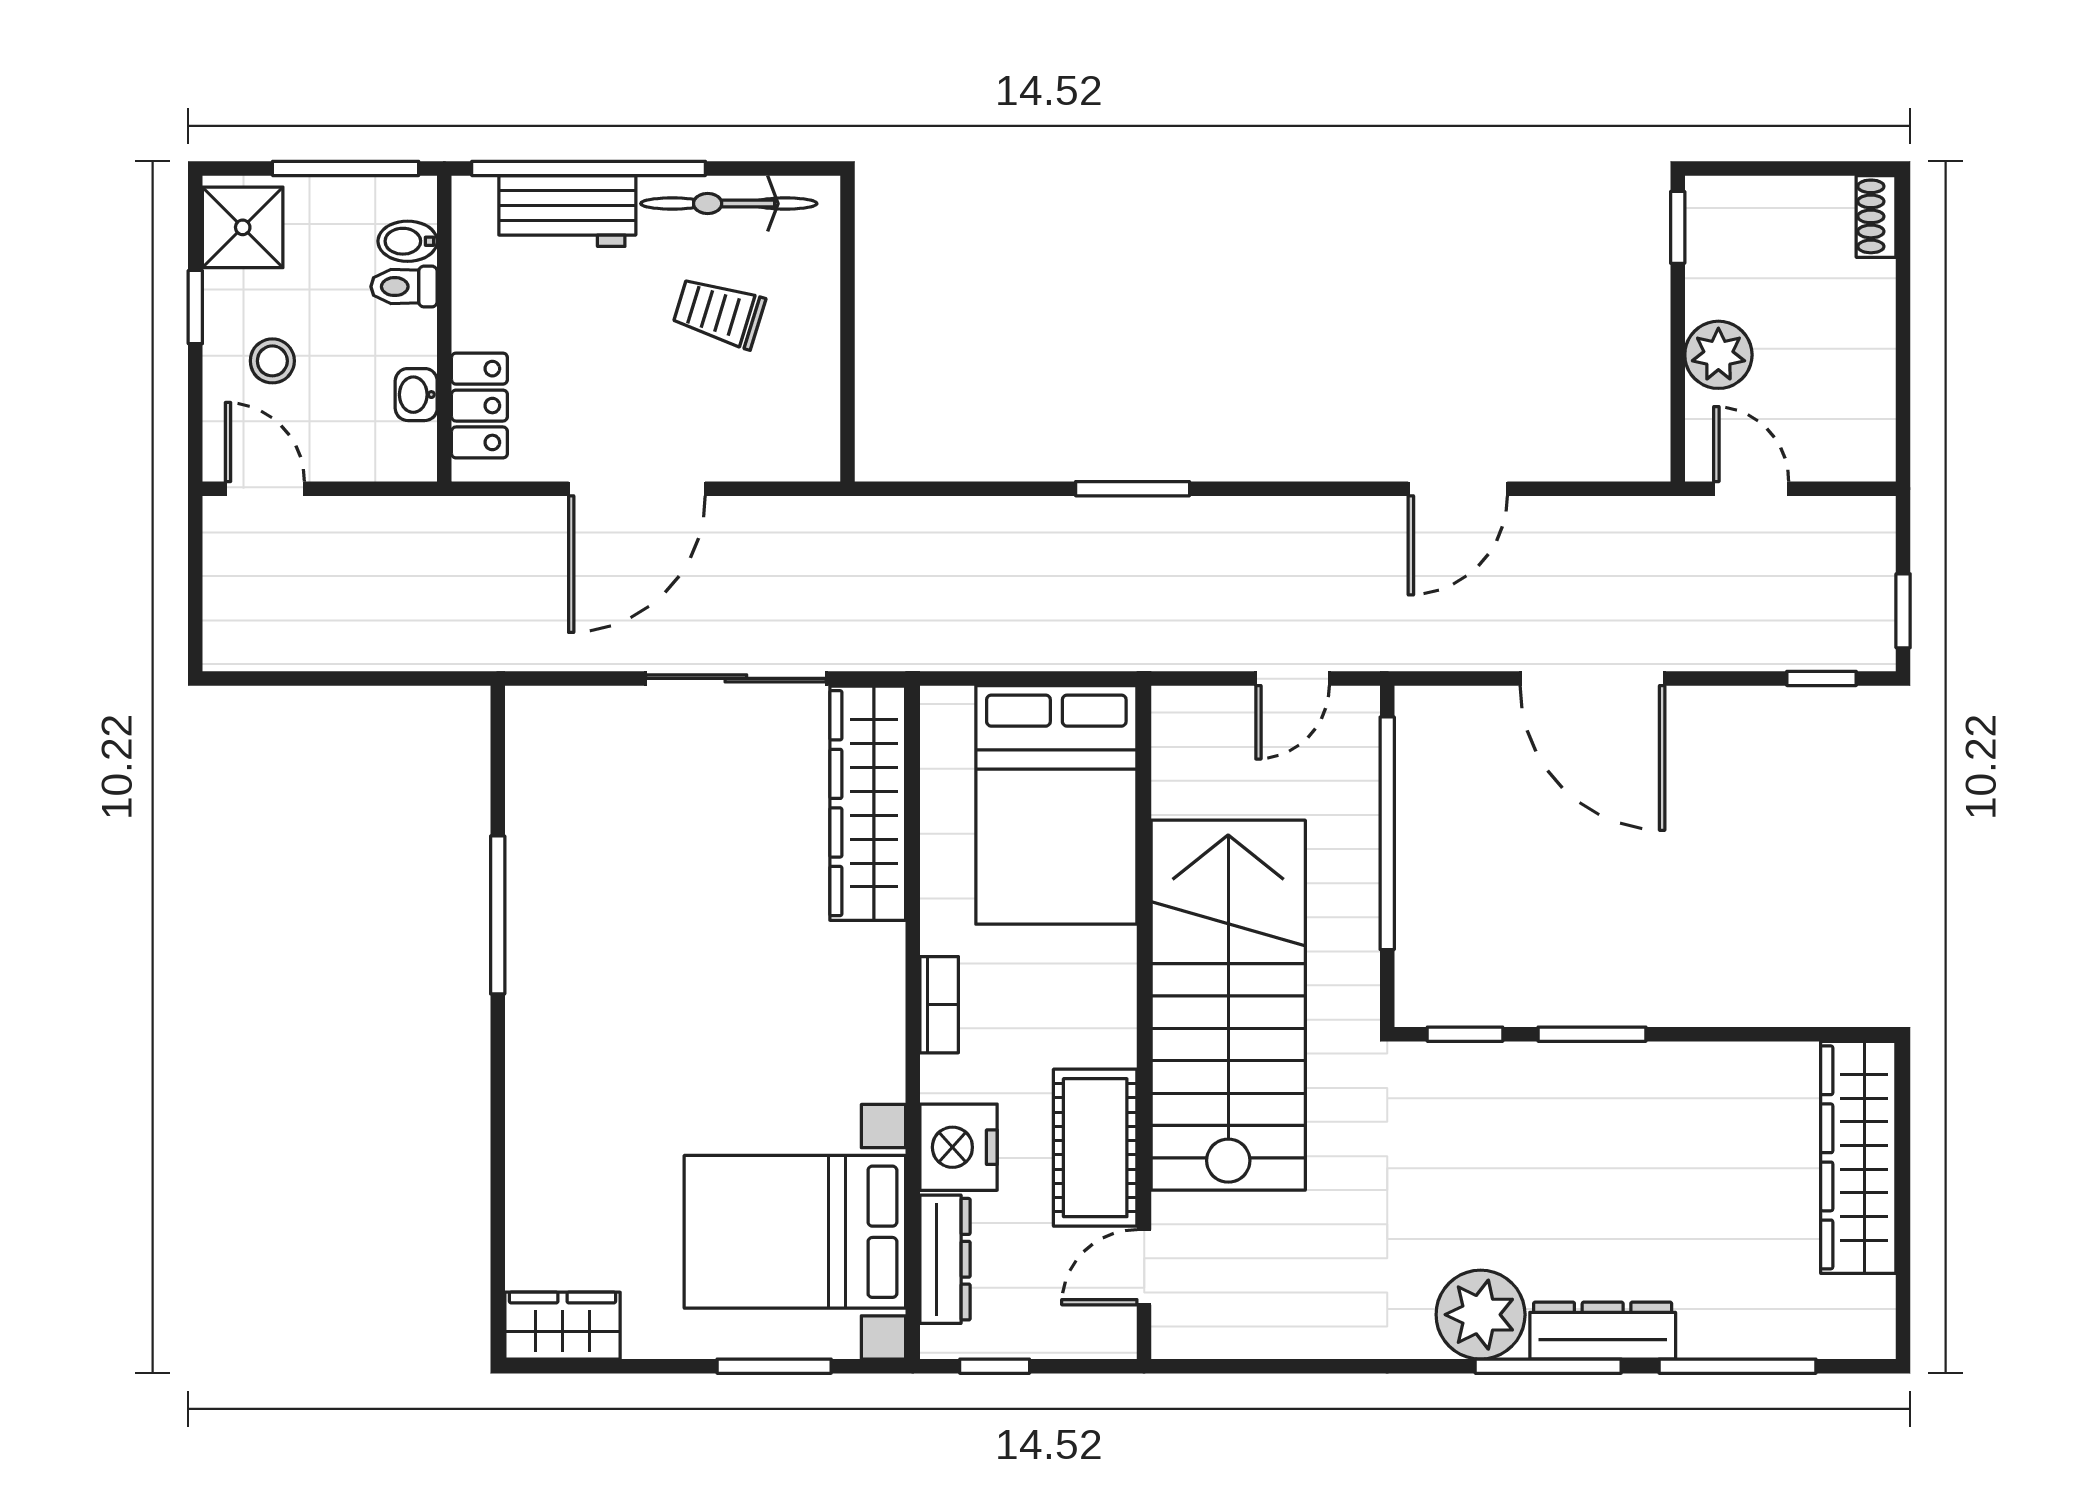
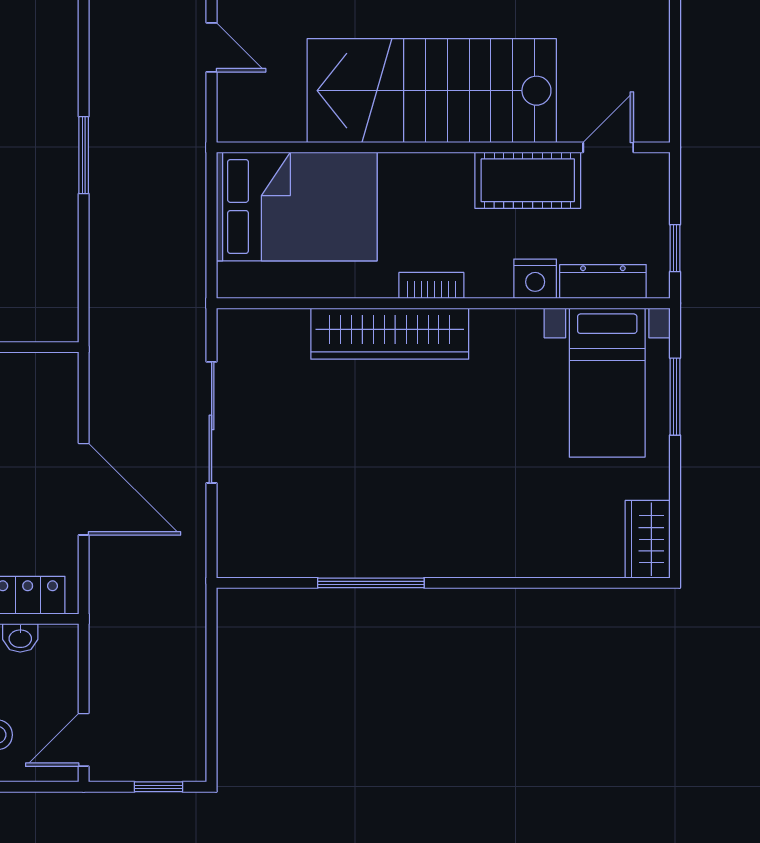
window: (195, 600) -> (159, 787), added
wardrobe: (868, 803) -> (390, 334), moved
nightstand: (959, 1147) -> (535, 279), width x0.74, depth x0.75
bed with nightstands: (795, 1232) -> (607, 383), width x0.73
door: (1144, 1267) -> (608, 147), swing flipped

